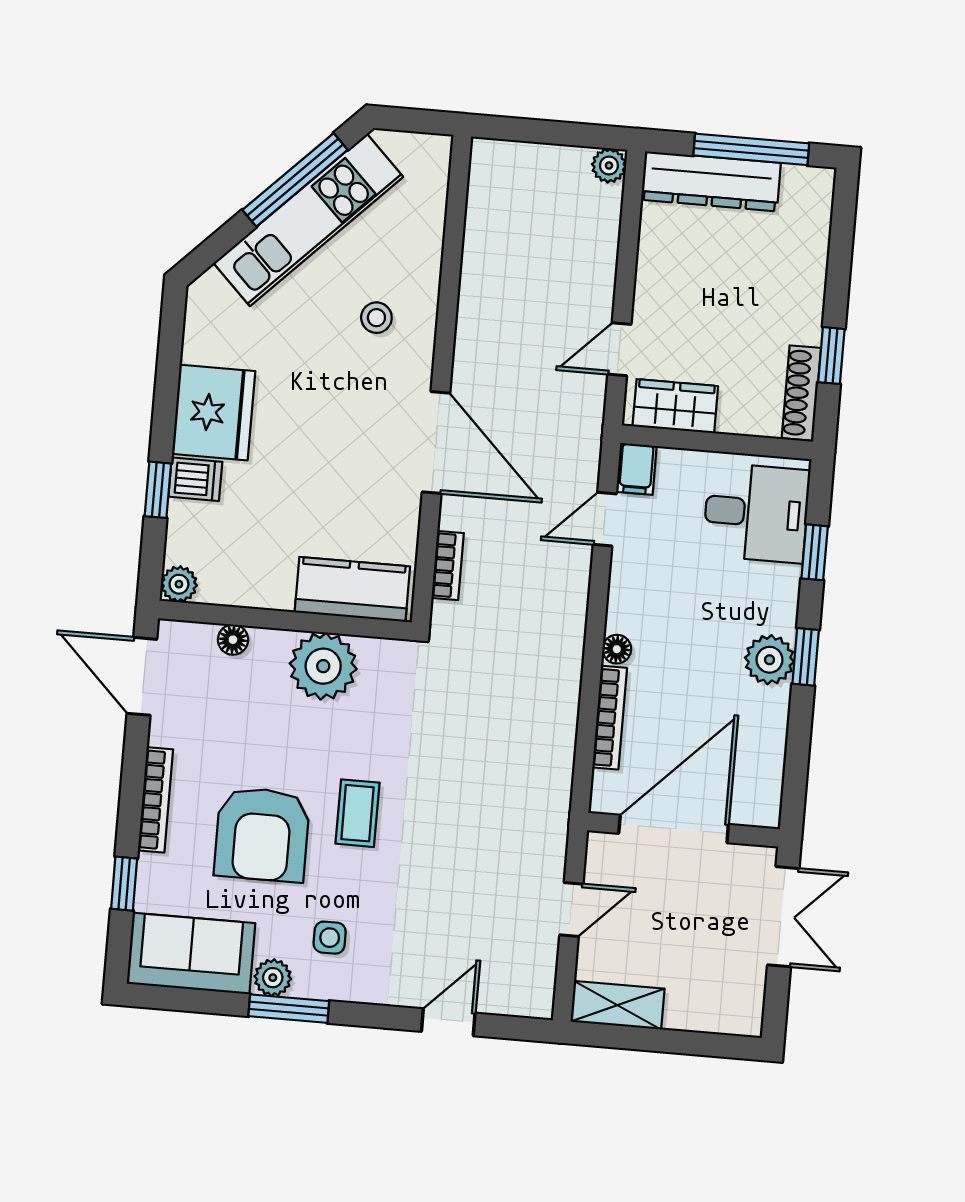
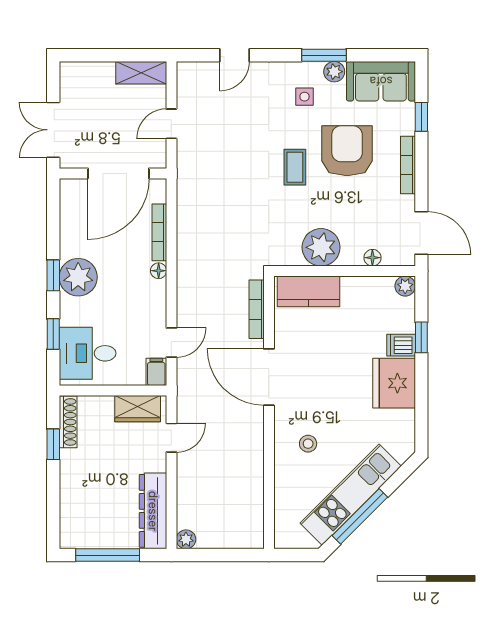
dresser: (711, 181) -> (153, 511), moved, turned -90
bookcase: (448, 565) -> (257, 309), width x1.56
plant: (770, 660) -> (78, 277), width x1.36, depth x1.36

